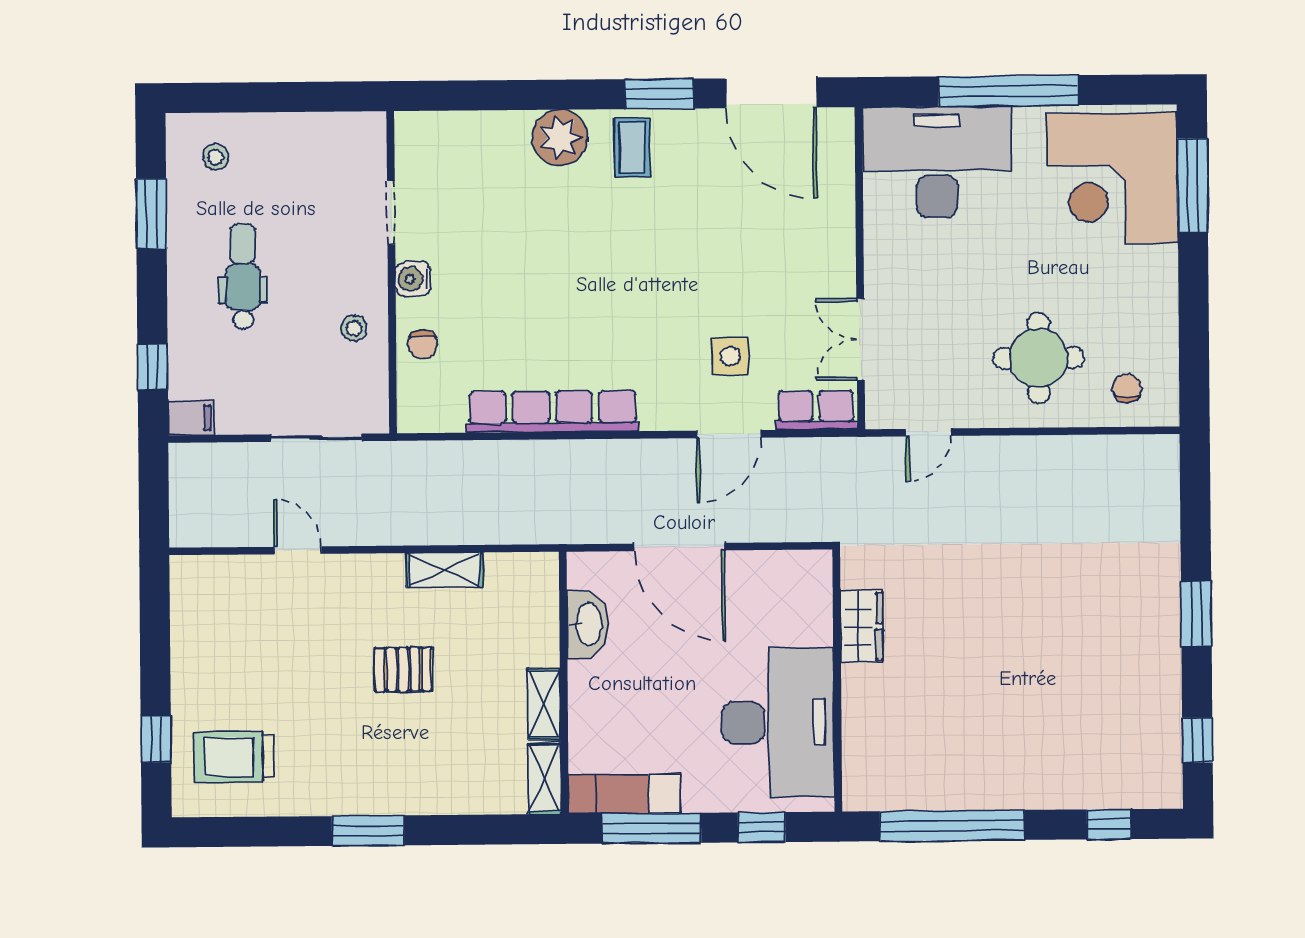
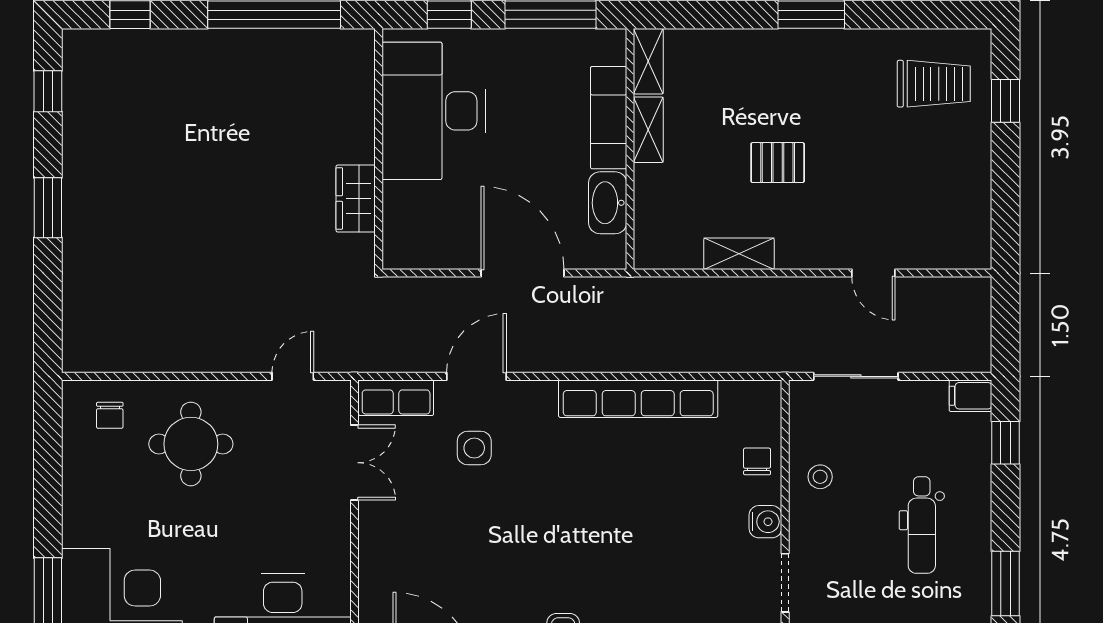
exam couch: (624, 794) -> (609, 118), moved, turned 90

